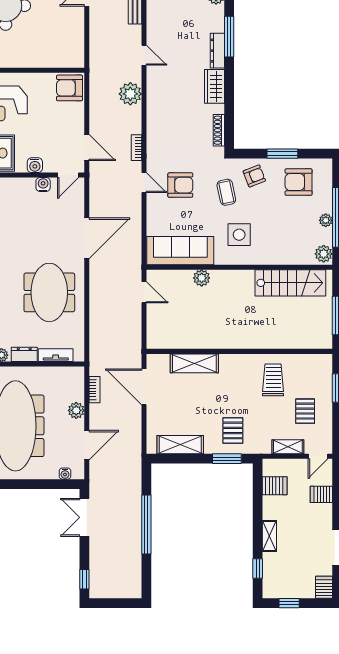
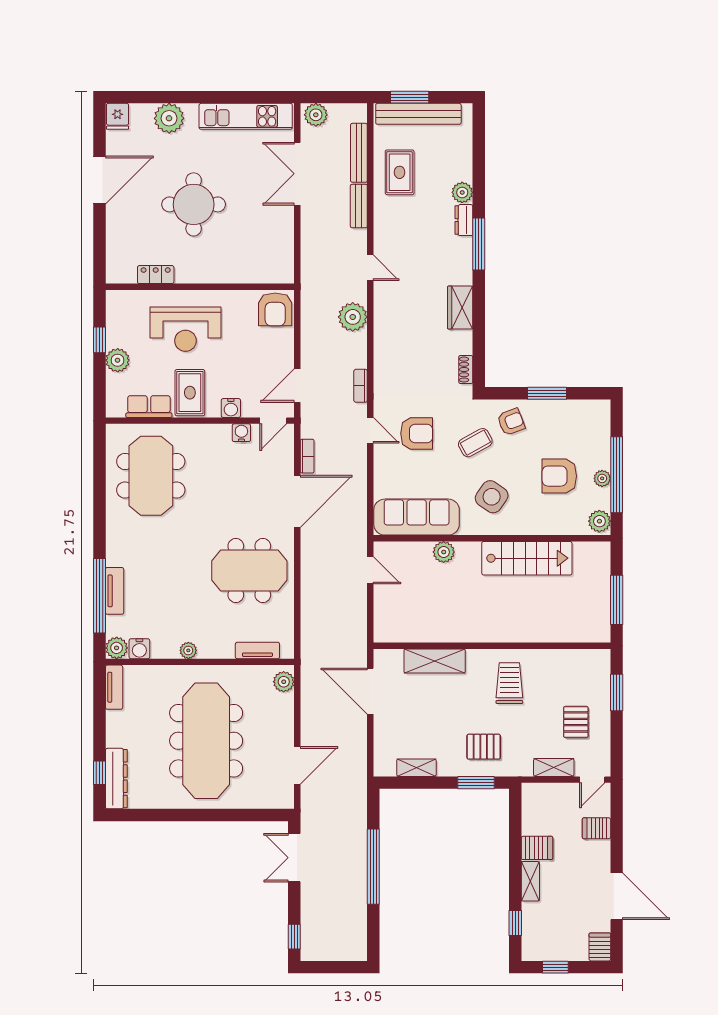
dresser: (217, 51) -> (464, 220), moved, width x0.70
armchair: (70, 88) -> (275, 309), turned -90
shoe rack: (219, 130) -> (466, 370), width x0.70
door: (87, 148) -> (297, 386), swing flipped
armchair: (299, 182) -> (559, 476), moved
coffee table: (226, 192) -> (475, 443), turned 73
side table: (239, 235) -> (492, 497), turned 35
stairs: (290, 283) -> (527, 558), moved
meeting table: (49, 292) -> (249, 570), turned 90
dresser: (24, 354) -> (217, 650), removed
trolley: (273, 380) -> (509, 683), moved
bookcase: (95, 390) -> (307, 456), moved
plant: (76, 410) -> (284, 682), moved
pallet: (233, 430) -> (484, 747), turned 90
shelving: (180, 445) -> (416, 768), width x0.67, depth x0.75
water cooler: (65, 474) -> (269, 802), removed
server rack: (275, 486) -> (537, 848), moved

